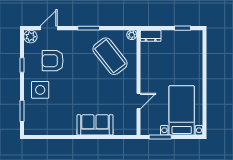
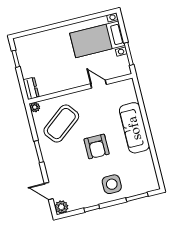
armchair: (53, 61) -> (97, 146), moved
sofa: (95, 125) -> (134, 128), width x1.36

